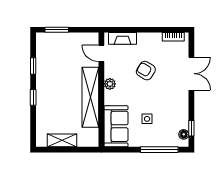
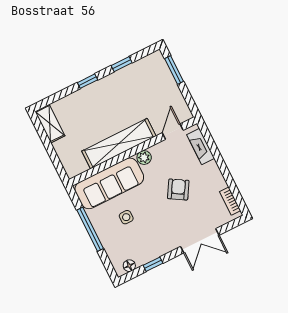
sofa: (116, 126) -> (109, 183), width x1.36
window: (191, 128) -> (153, 264), moved
shelving: (62, 140) -> (50, 124), moved
window: (159, 150) -> (90, 229), moved

